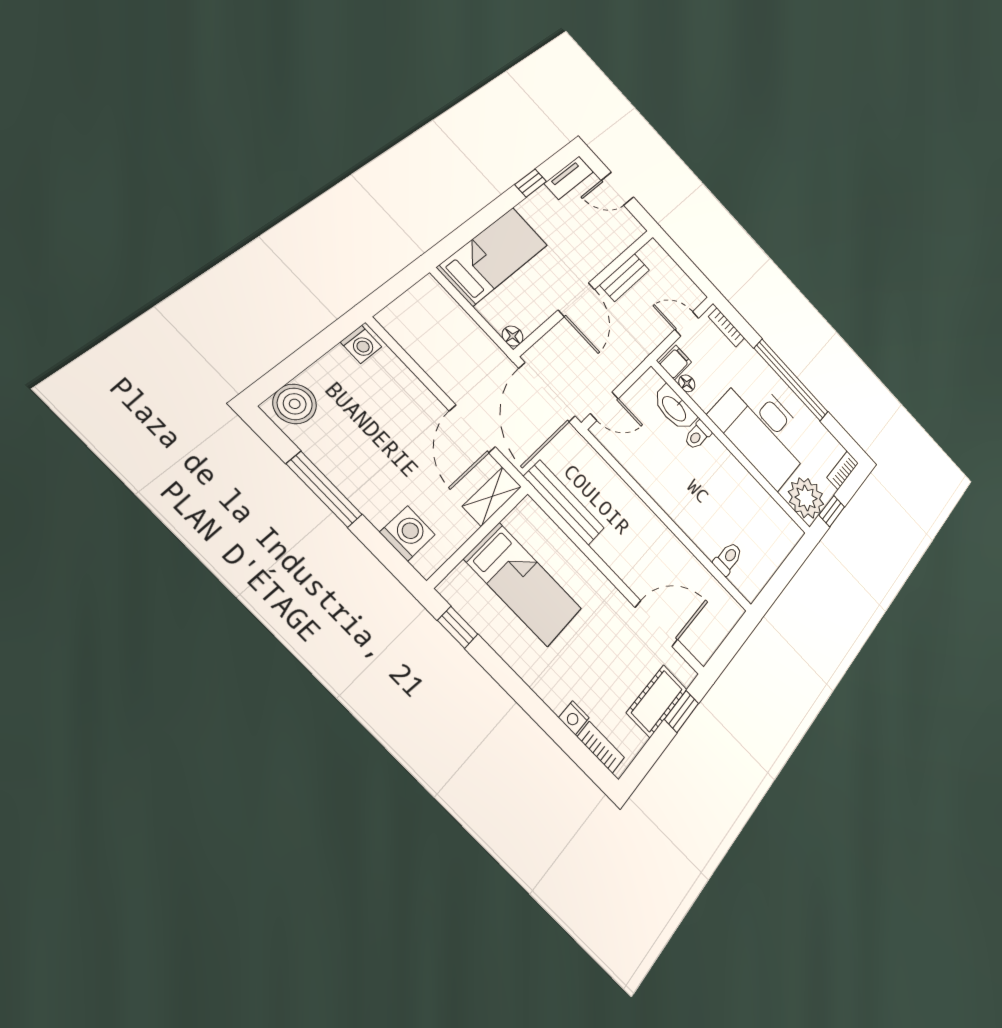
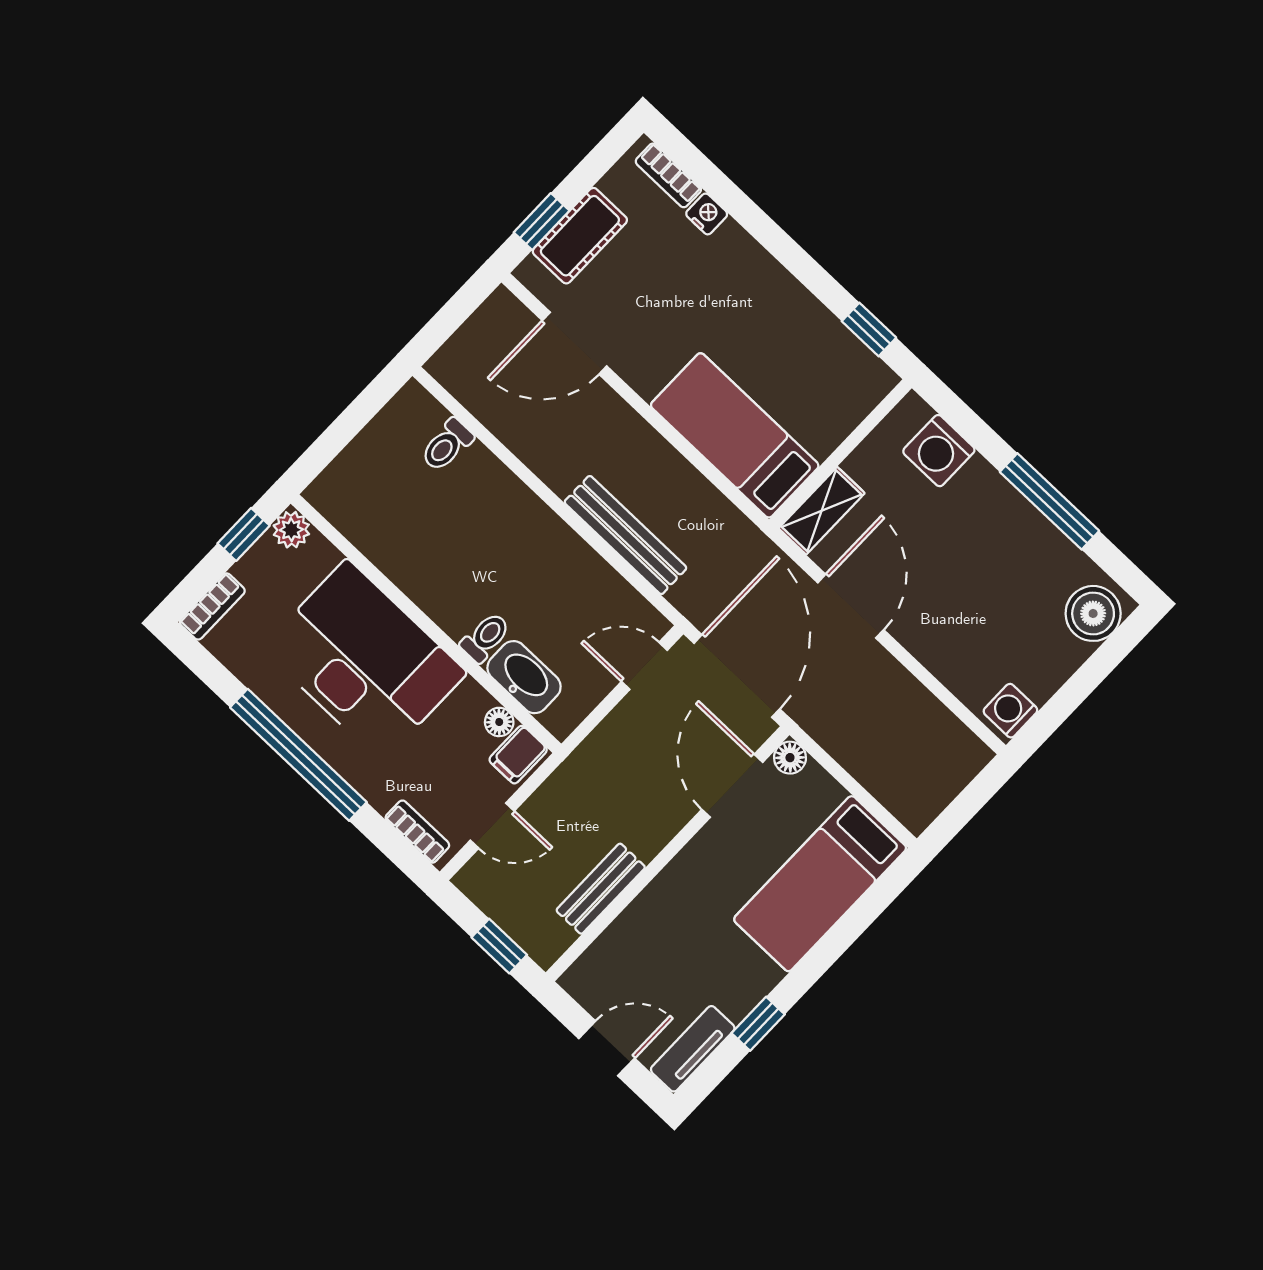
window: (679, 256) -> (499, 946), added
door: (577, 300) -> (732, 786), moved
plant: (806, 498) -> (291, 530), width x0.53, depth x0.53
bench: (564, 502) -> (625, 535), moved
bed: (523, 584) -> (735, 435), moved

